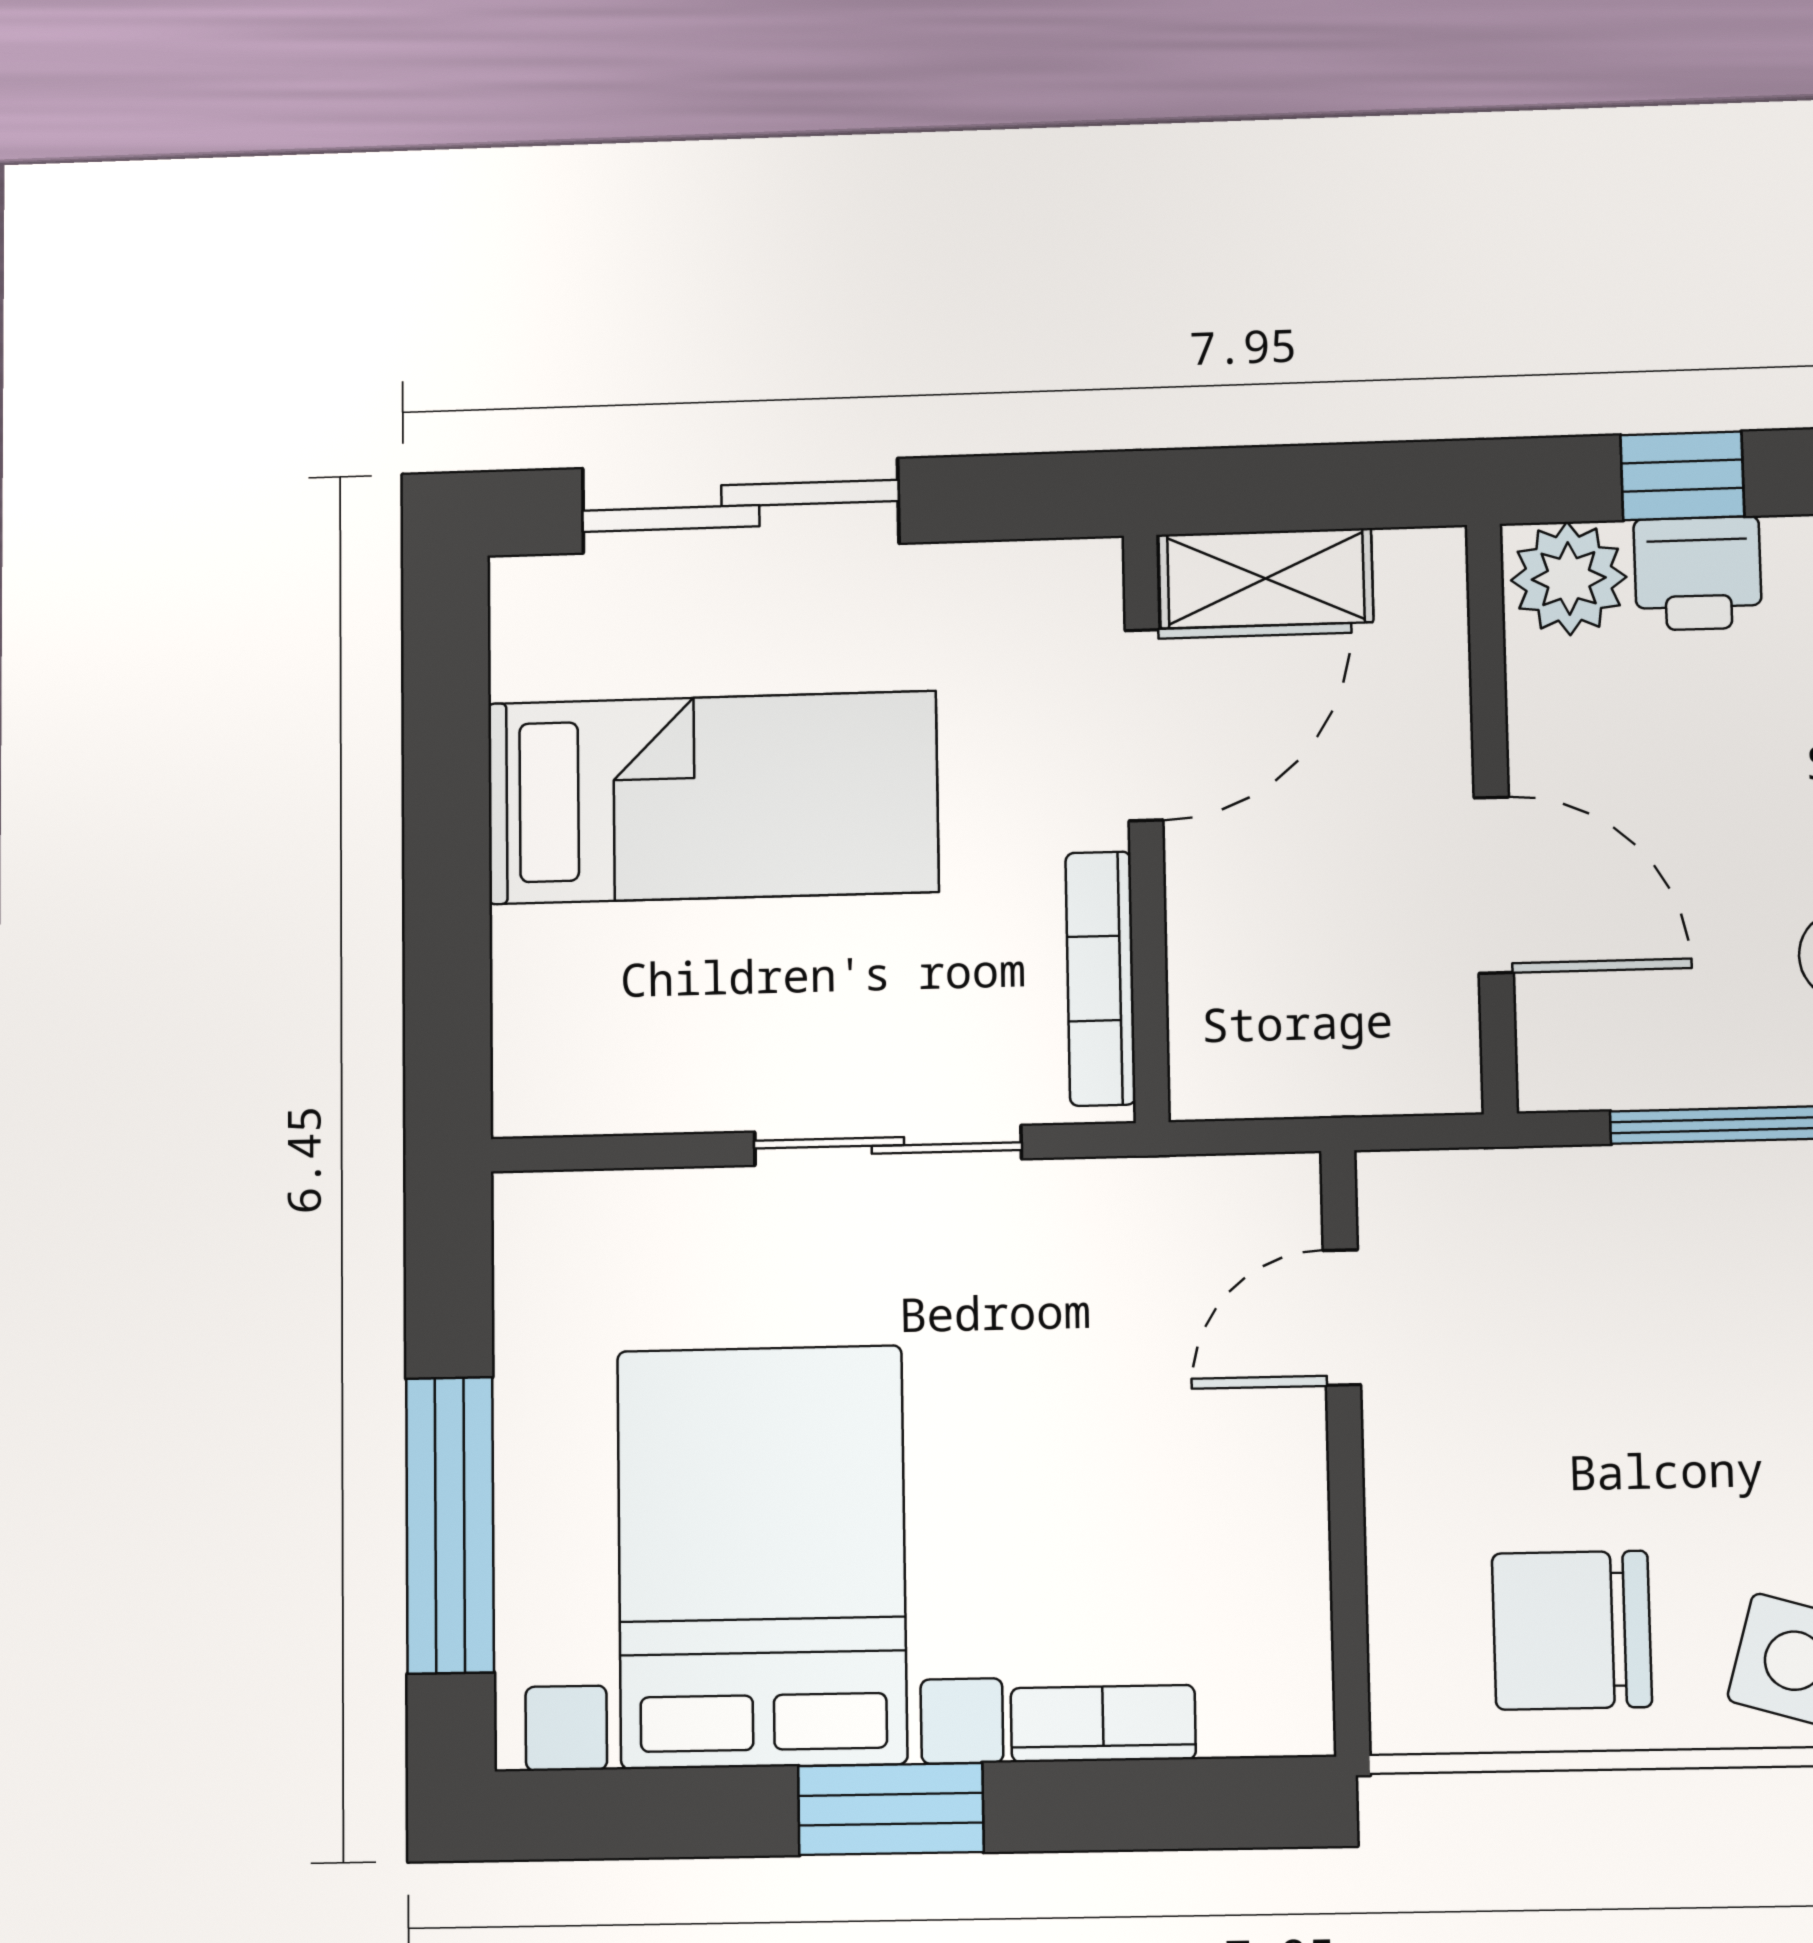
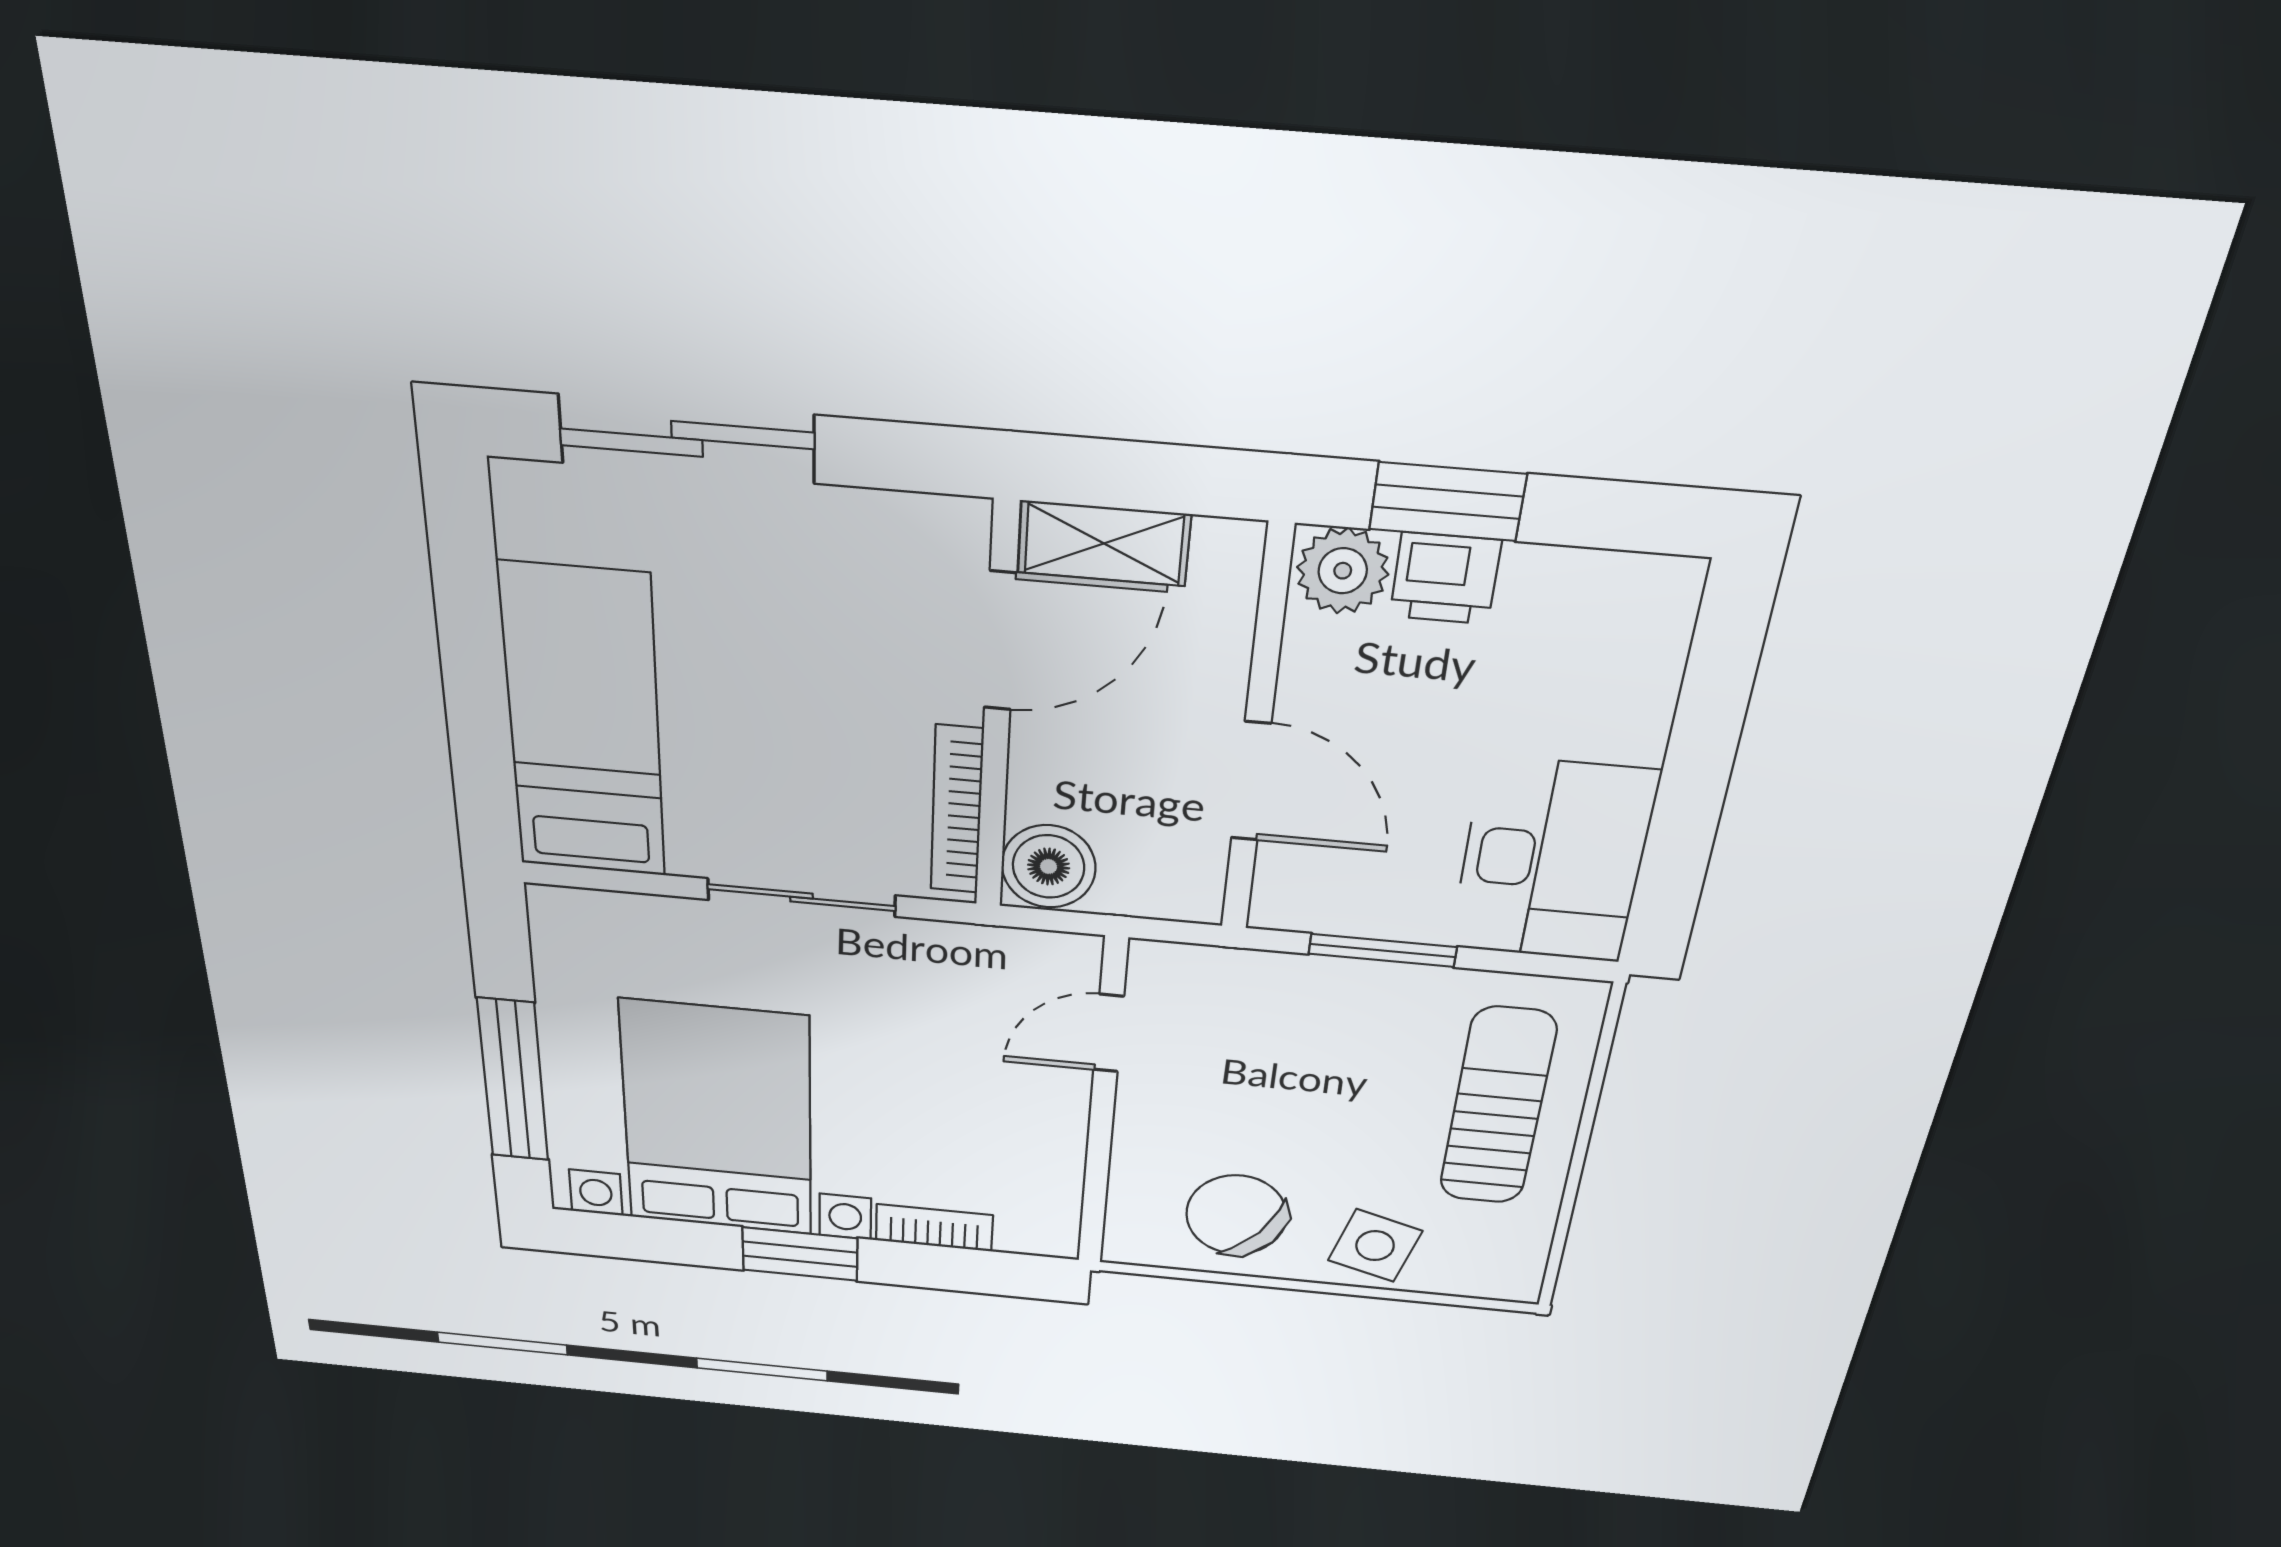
window: (1682, 476) -> (1448, 502), width x1.50
bed: (712, 797) -> (583, 724), moved, turned -90
boiler: (1232, 1050) -> (1049, 866), added
chair: (1572, 1630) -> (1236, 1215), turned 38

